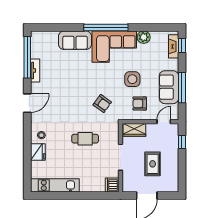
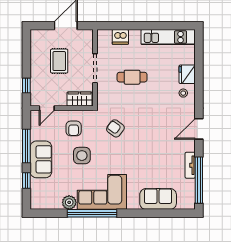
window: (106, 27) -> (92, 213), moved
sofa: (75, 40) -> (158, 199), moved
window: (182, 45) -> (26, 181), moved
fireplace: (174, 46) -> (36, 192), removed
sofa: (169, 87) -> (41, 159), moved
armchair: (140, 103) -> (74, 128), turned 90
cafe table: (85, 139) -> (132, 77), moved
dishwasher: (112, 185) -> (120, 37), moved, turned 90

